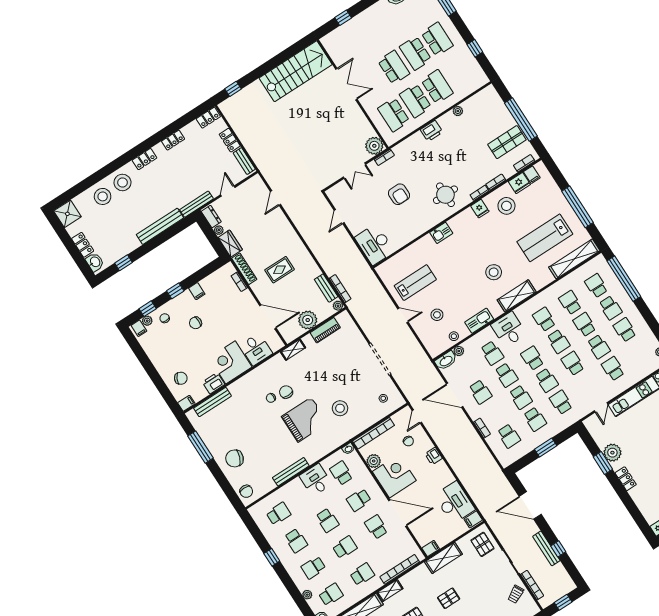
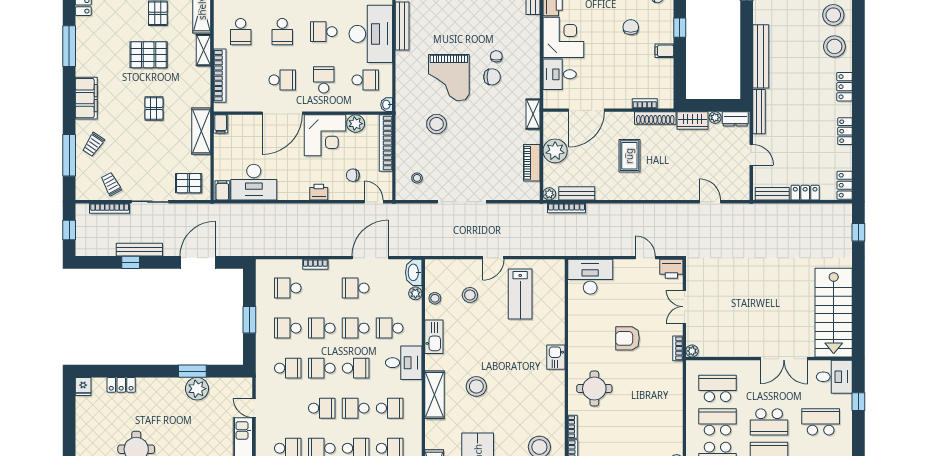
school desk: (372, 34) -> (821, 422), added
desk: (337, 44) -> (834, 377), added
printer: (432, 131) -> (671, 269), moved, turned -90
plant: (374, 146) -> (692, 351), width x0.53, depth x0.53
fridge: (480, 209) -> (555, 416), removed
locker: (626, 479) -> (121, 385), moved
desk: (316, 480) -> (371, 34), width x1.87, depth x1.30

